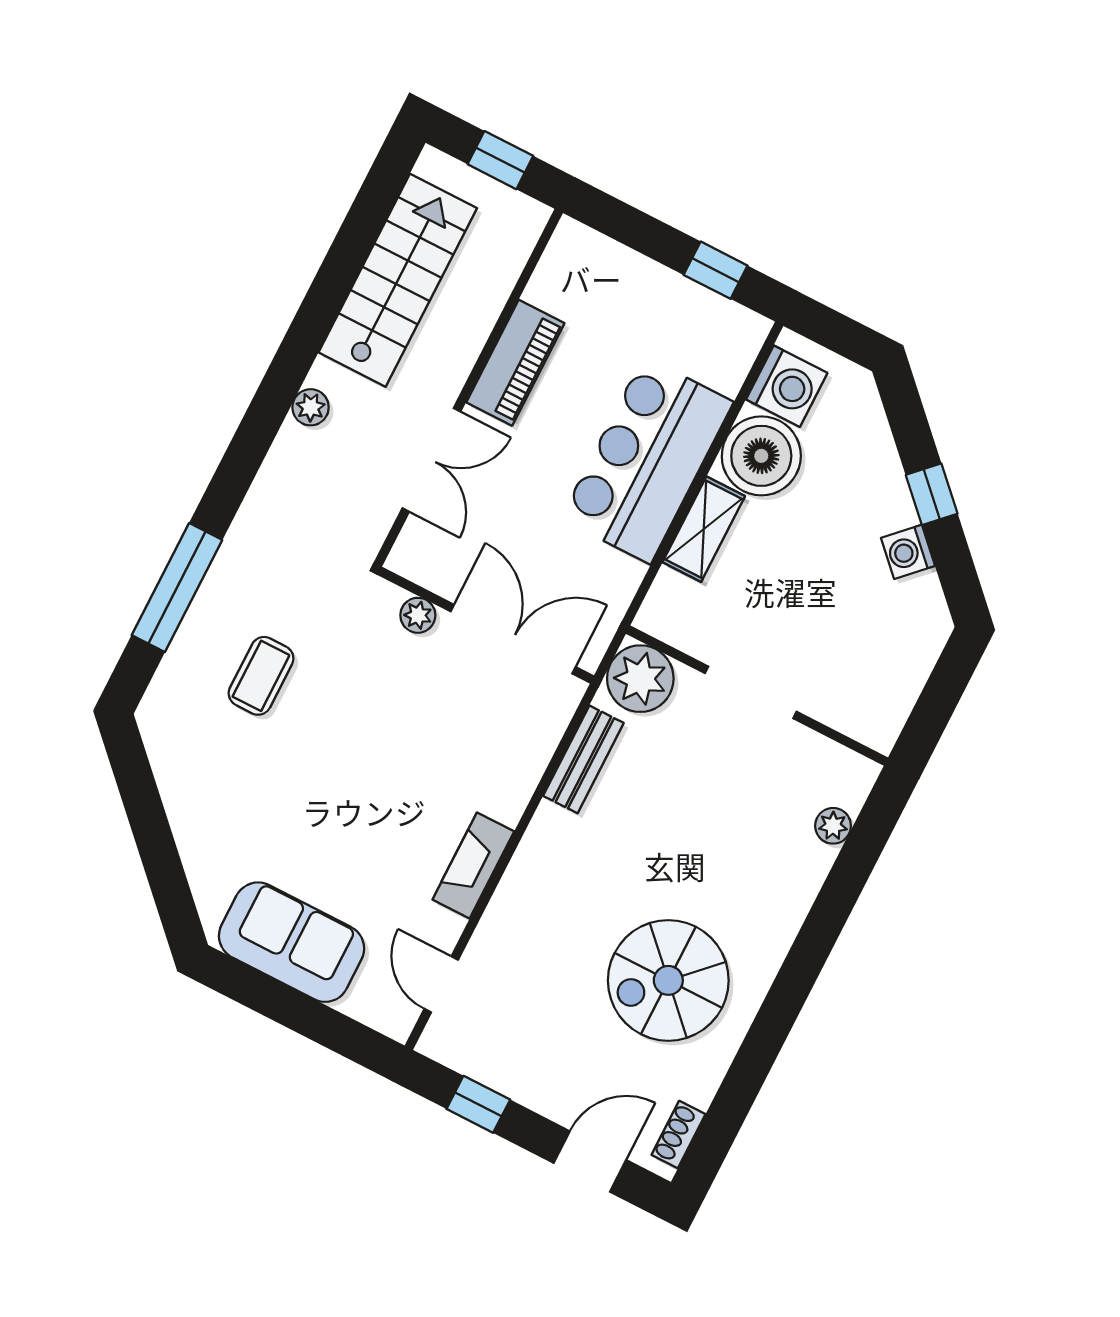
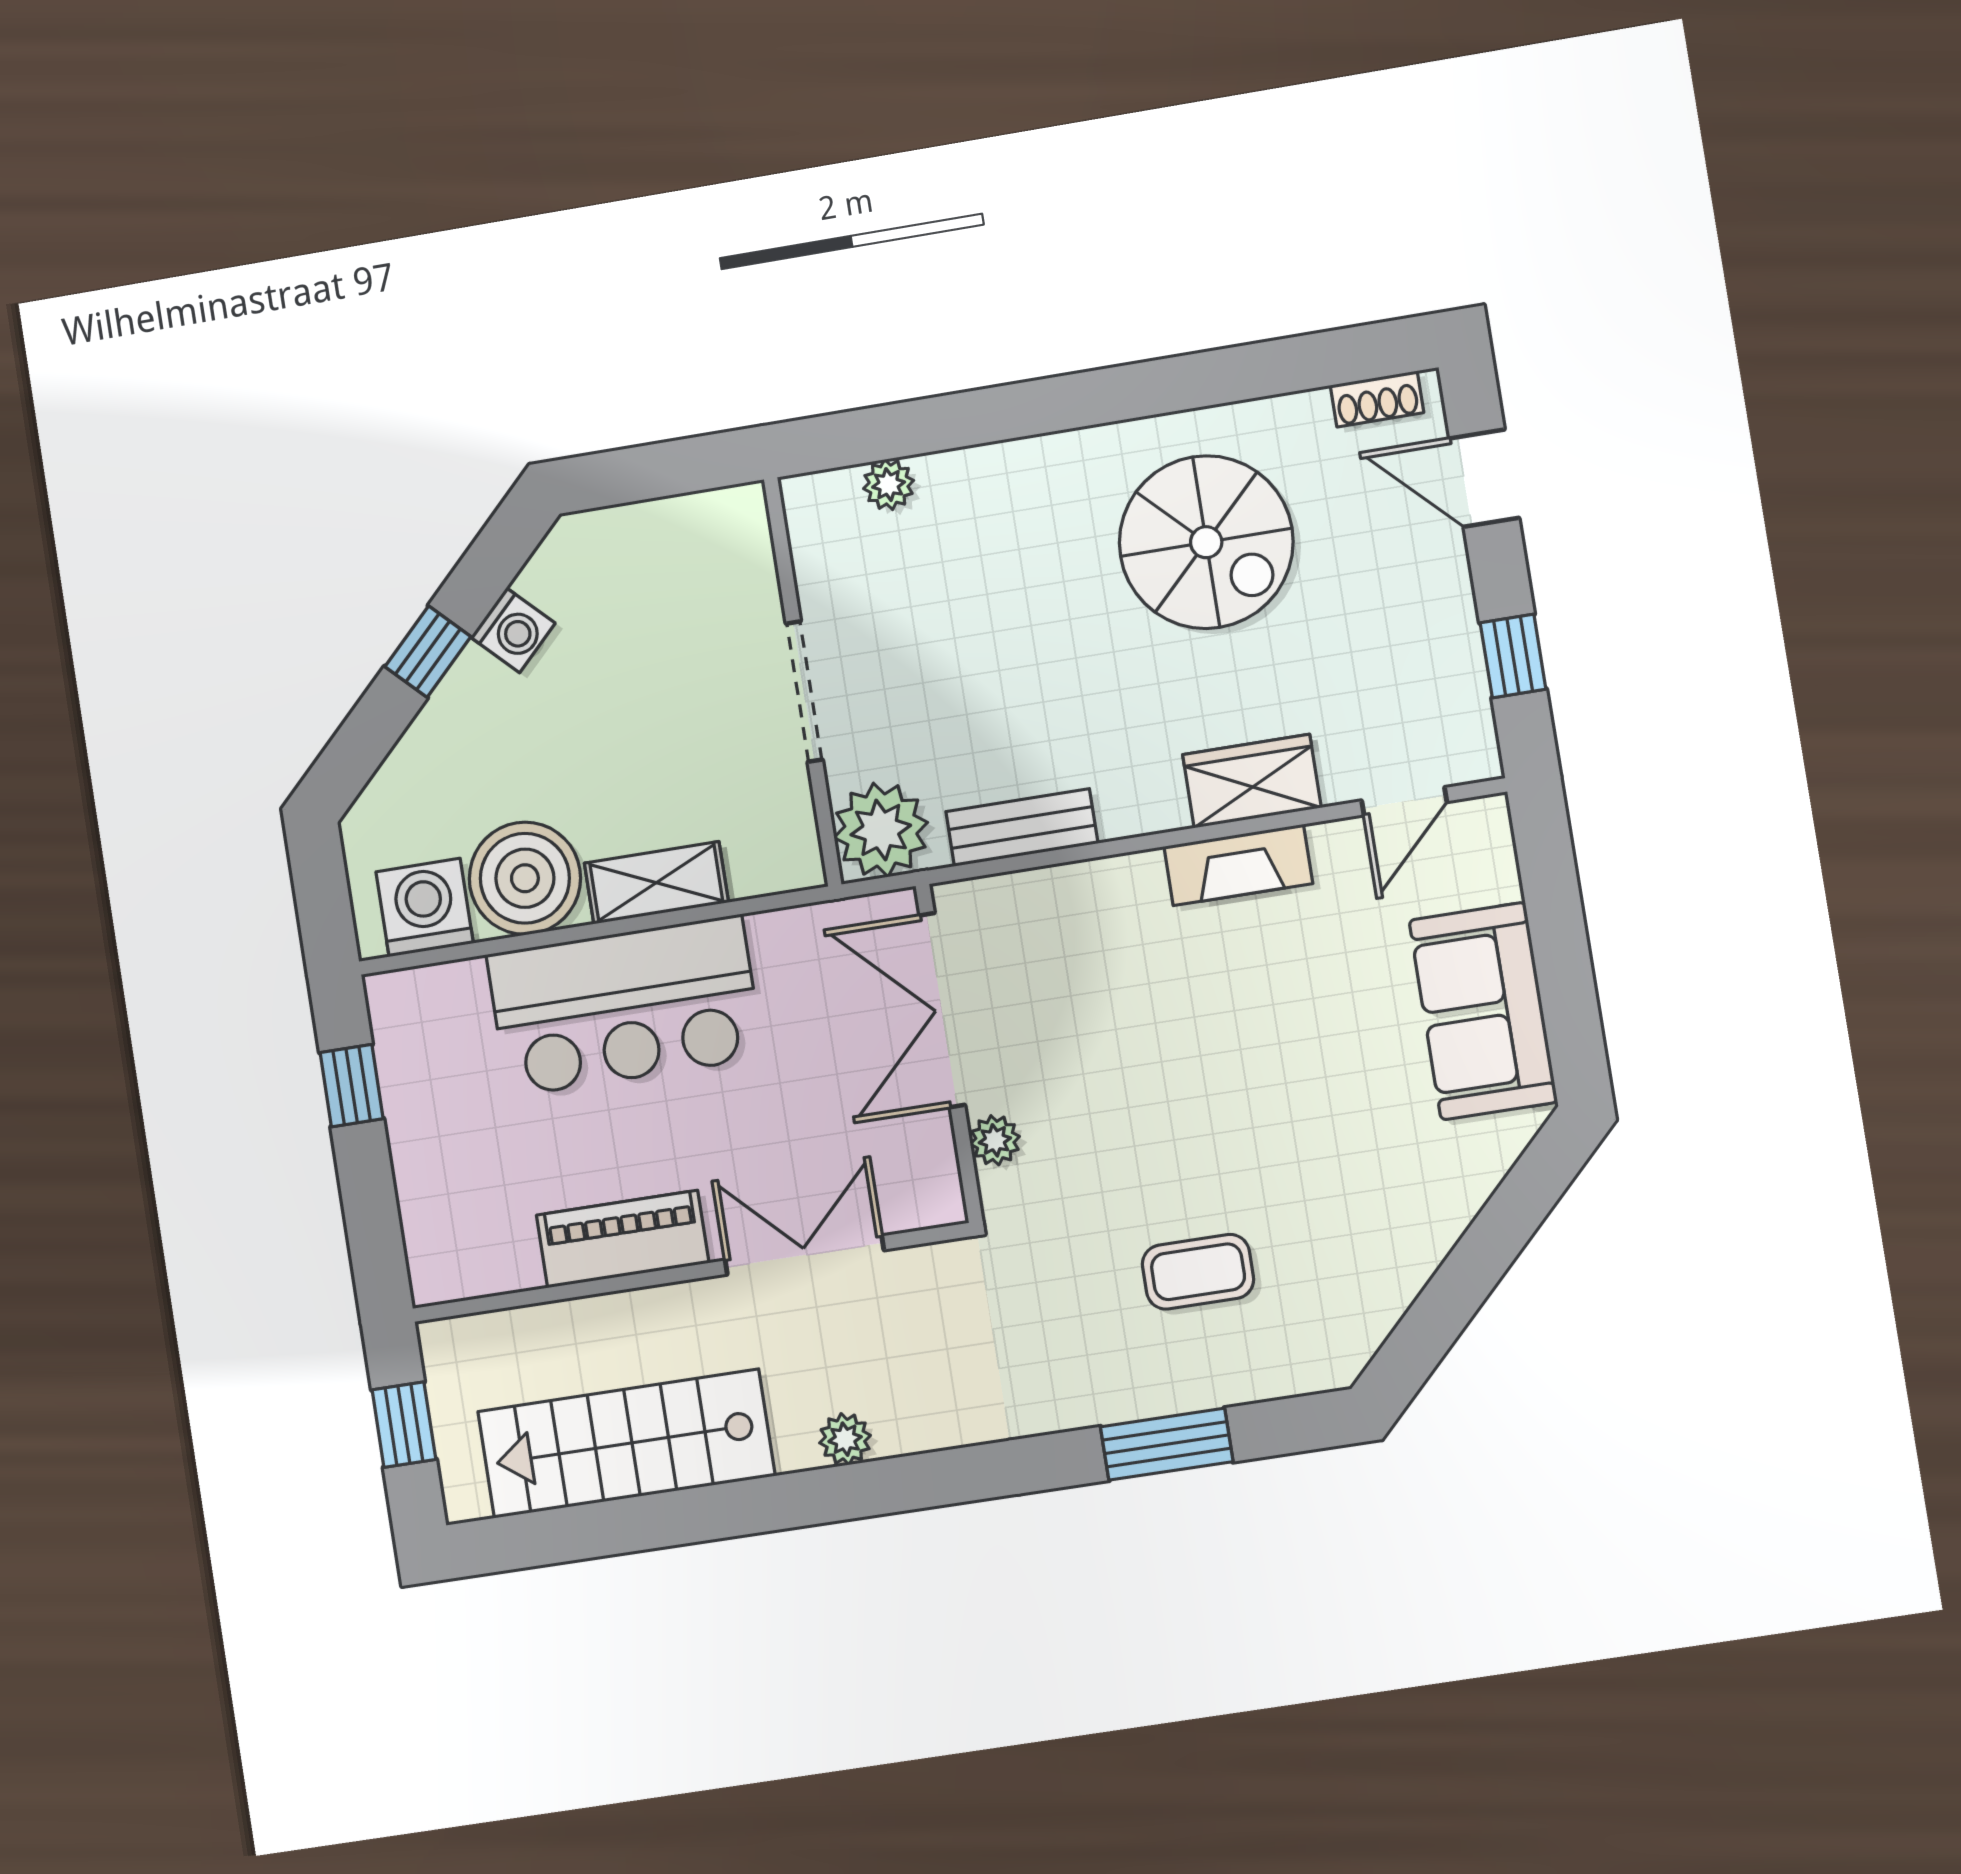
window: (177, 588) -> (1167, 1444), width x0.69
wardrobe: (515, 908) -> (1252, 781), added

